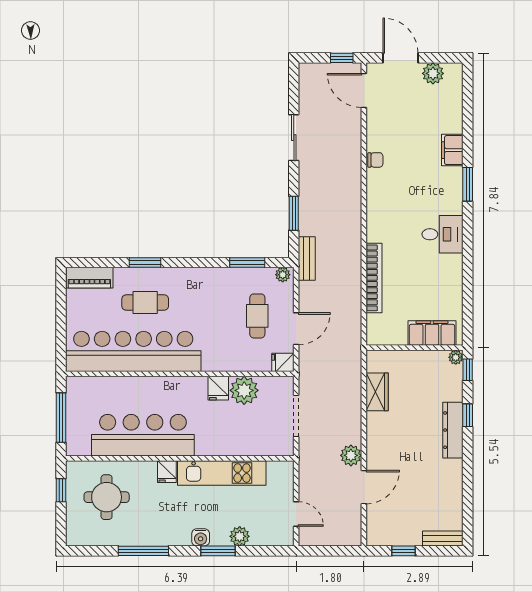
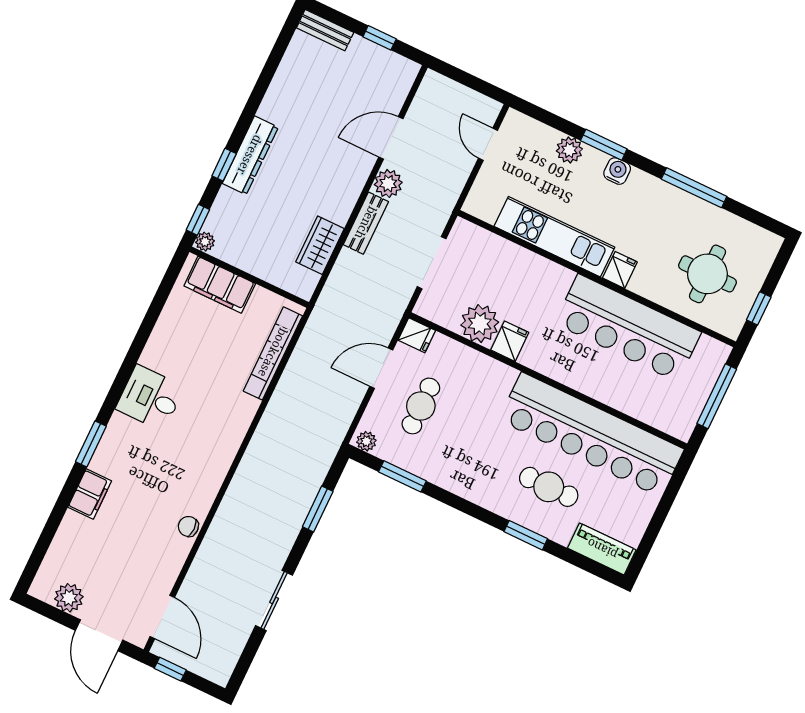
bench: (307, 259) -> (366, 223), moved
bookcase: (374, 278) -> (273, 353), moved

